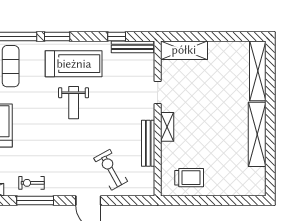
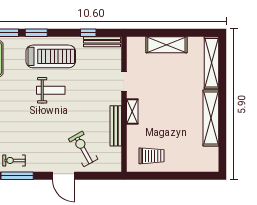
shelving: (184, 50) -> (166, 45), moved
weight bench: (74, 103) -> (51, 90), turned -90

